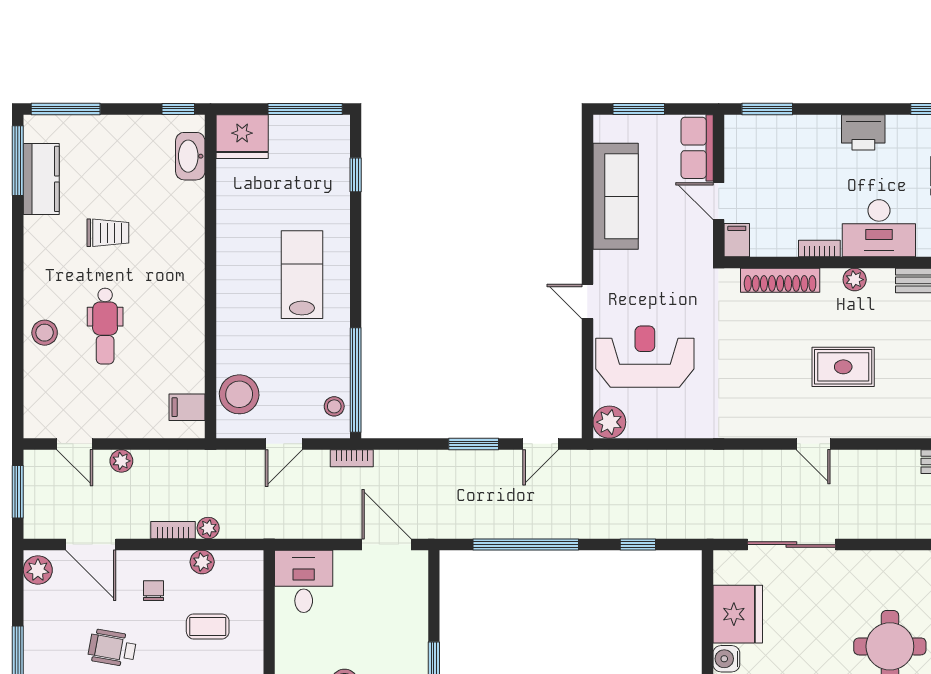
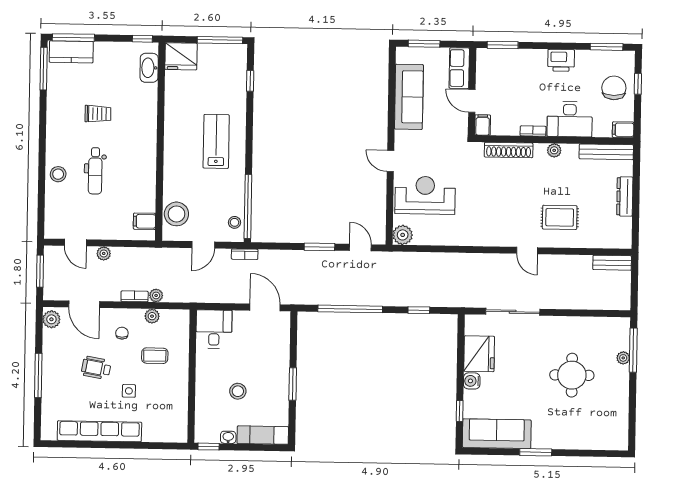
kitchen counter: (41, 179) -> (71, 52), moved, turned 90
rug: (843, 367) -> (560, 217), moved
door: (541, 444) -> (360, 248), swing flipped

